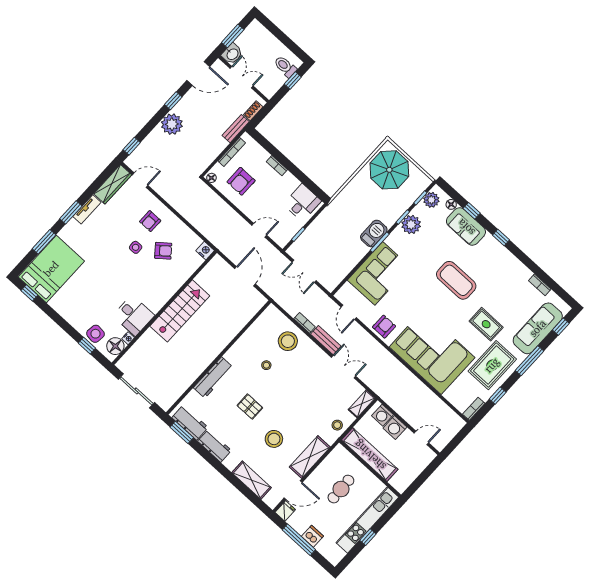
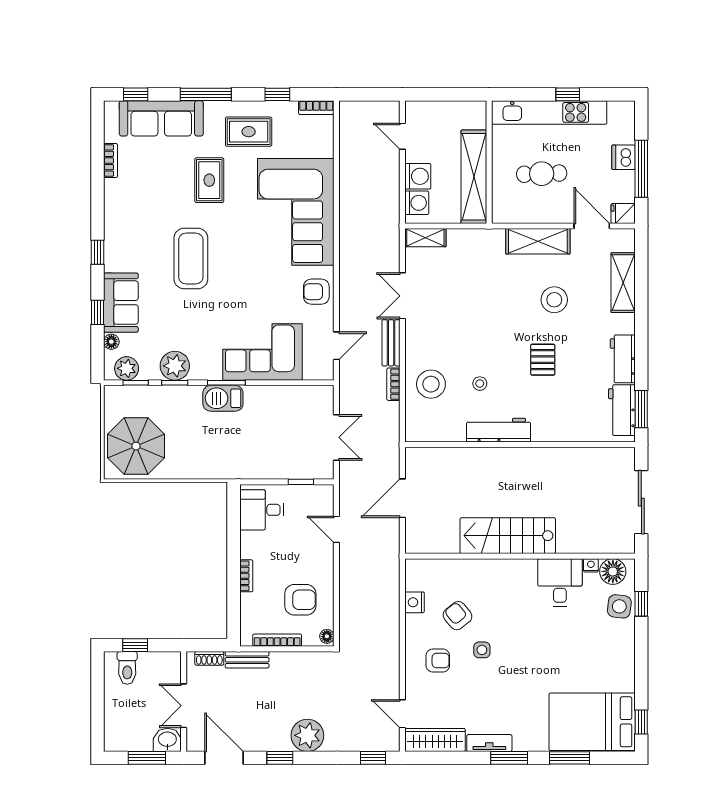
nightstand: (205, 251) -> (415, 602), moved
rug: (492, 365) -> (249, 132), width x0.73, depth x0.70
workbench: (213, 378) -> (499, 430), moved
stool: (337, 425) -> (474, 243), removed

